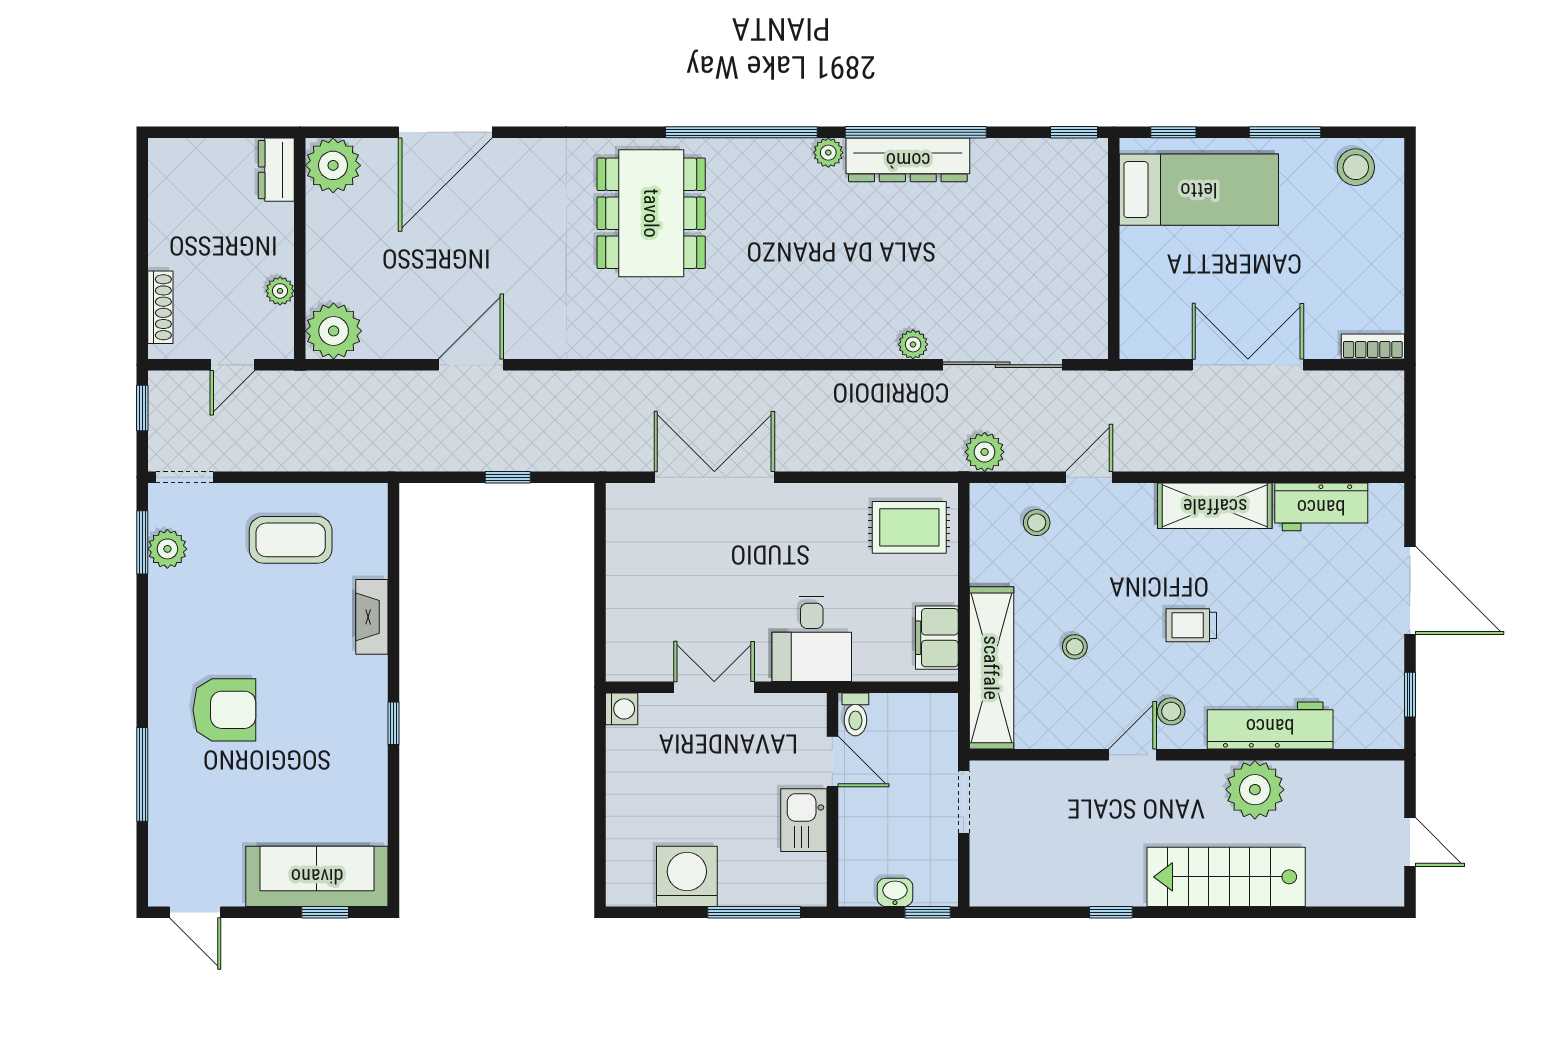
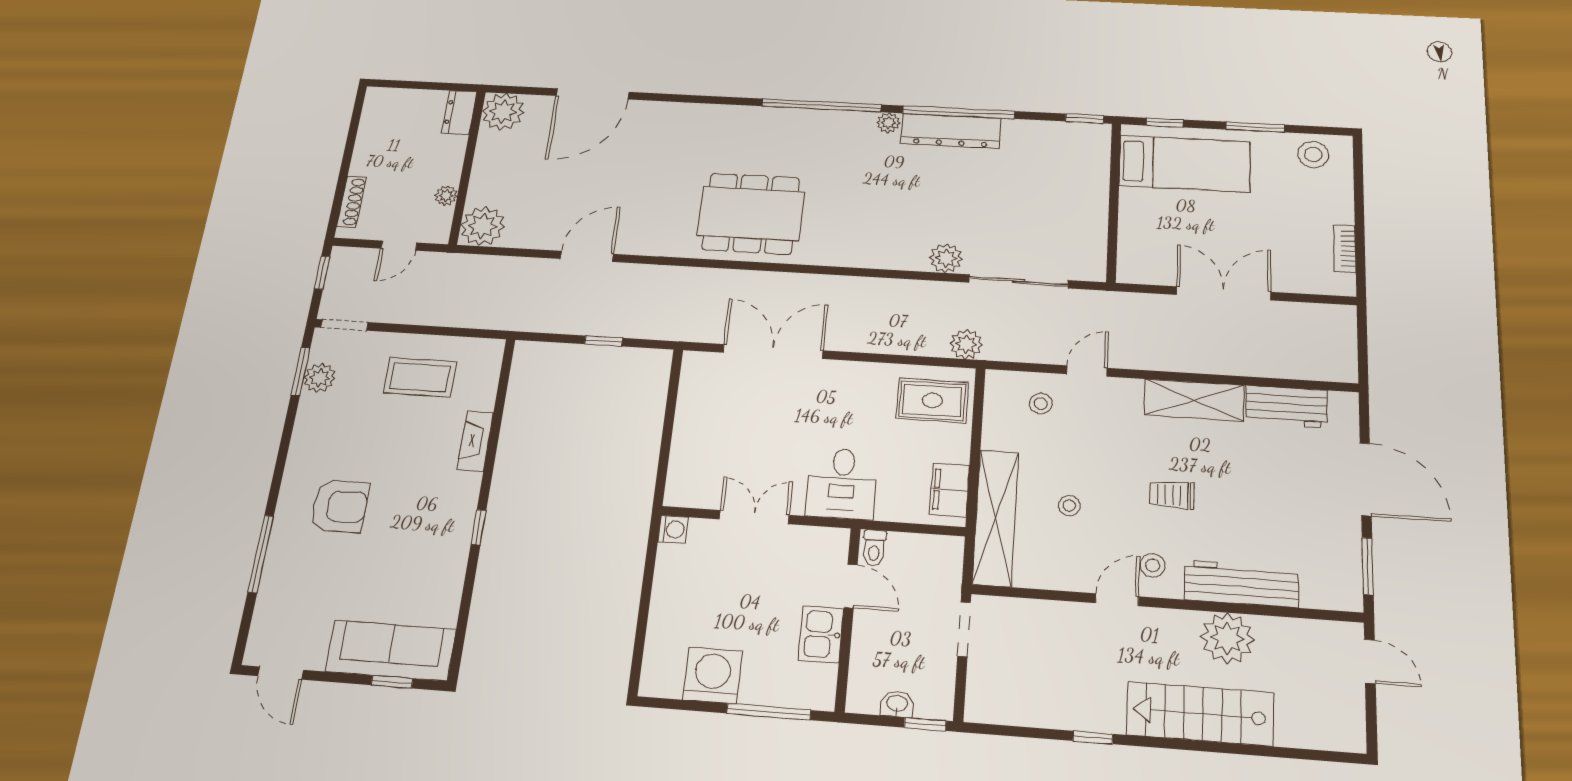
dining table: (651, 213) -> (751, 214), moved, turned 90
plant: (913, 344) -> (946, 258), width x1.38, depth x1.38
bookcase: (1373, 346) -> (1345, 248), moved, turned -90
plant: (985, 452) -> (966, 344), moved
window: (1410, 695) -> (1368, 566), width x1.50
door: (1410, 842) -> (1370, 661), moved

